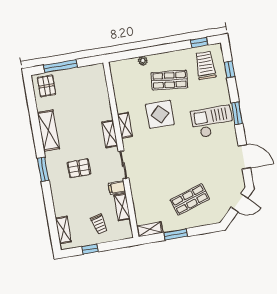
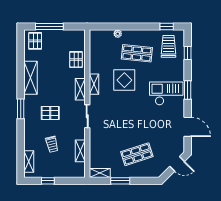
pallet: (99, 100) -> (76, 60), added
filing cabinet: (117, 188) -> (79, 134), removed
trolley: (99, 224) -> (52, 144), moved

